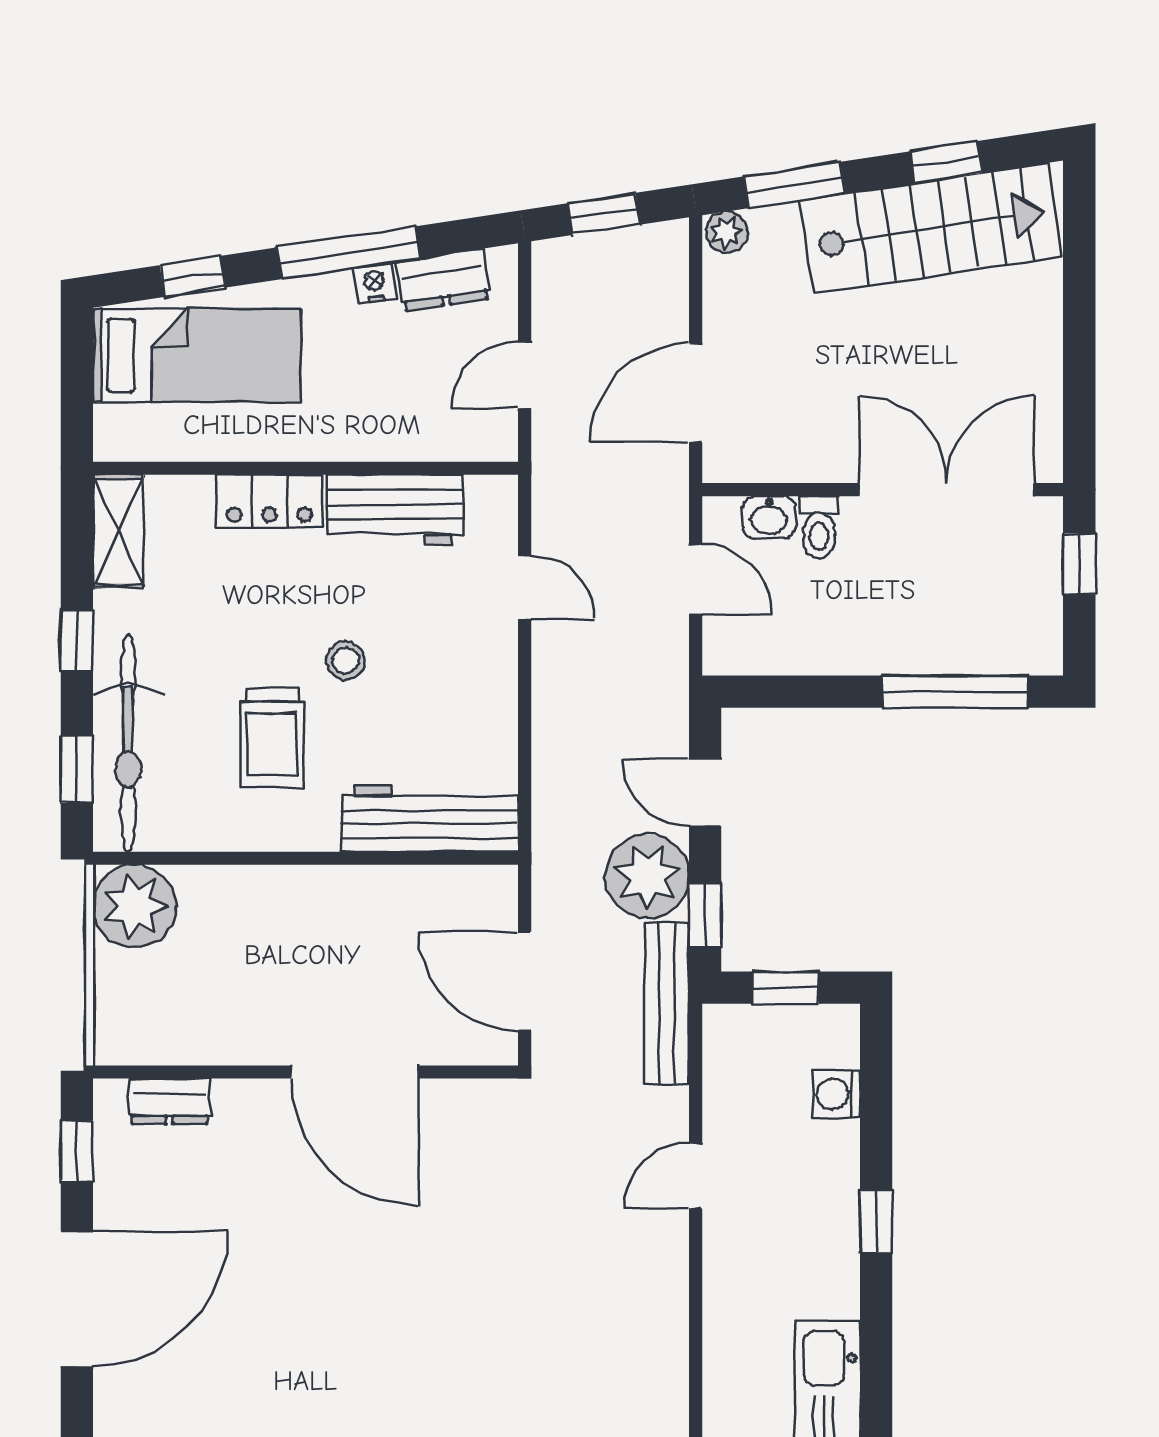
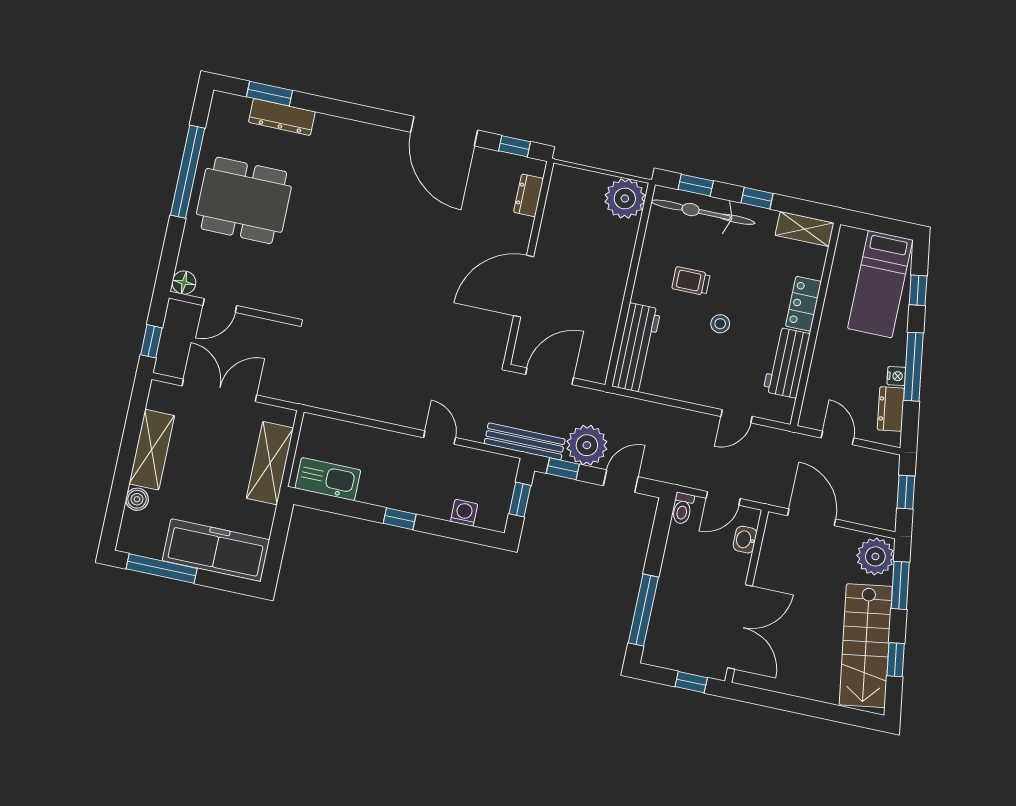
plant: (726, 232) -> (875, 556), width x1.87, depth x1.87
toilet: (819, 527) -> (683, 508), moved, turned -90
trolley: (272, 737) -> (691, 281), width x0.73, depth x0.72

